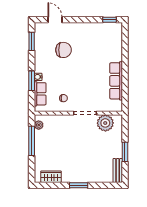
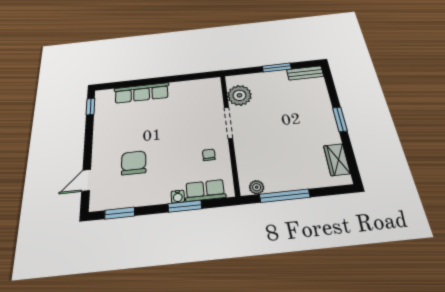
row of seats: (116, 81) -> (142, 93), moved

